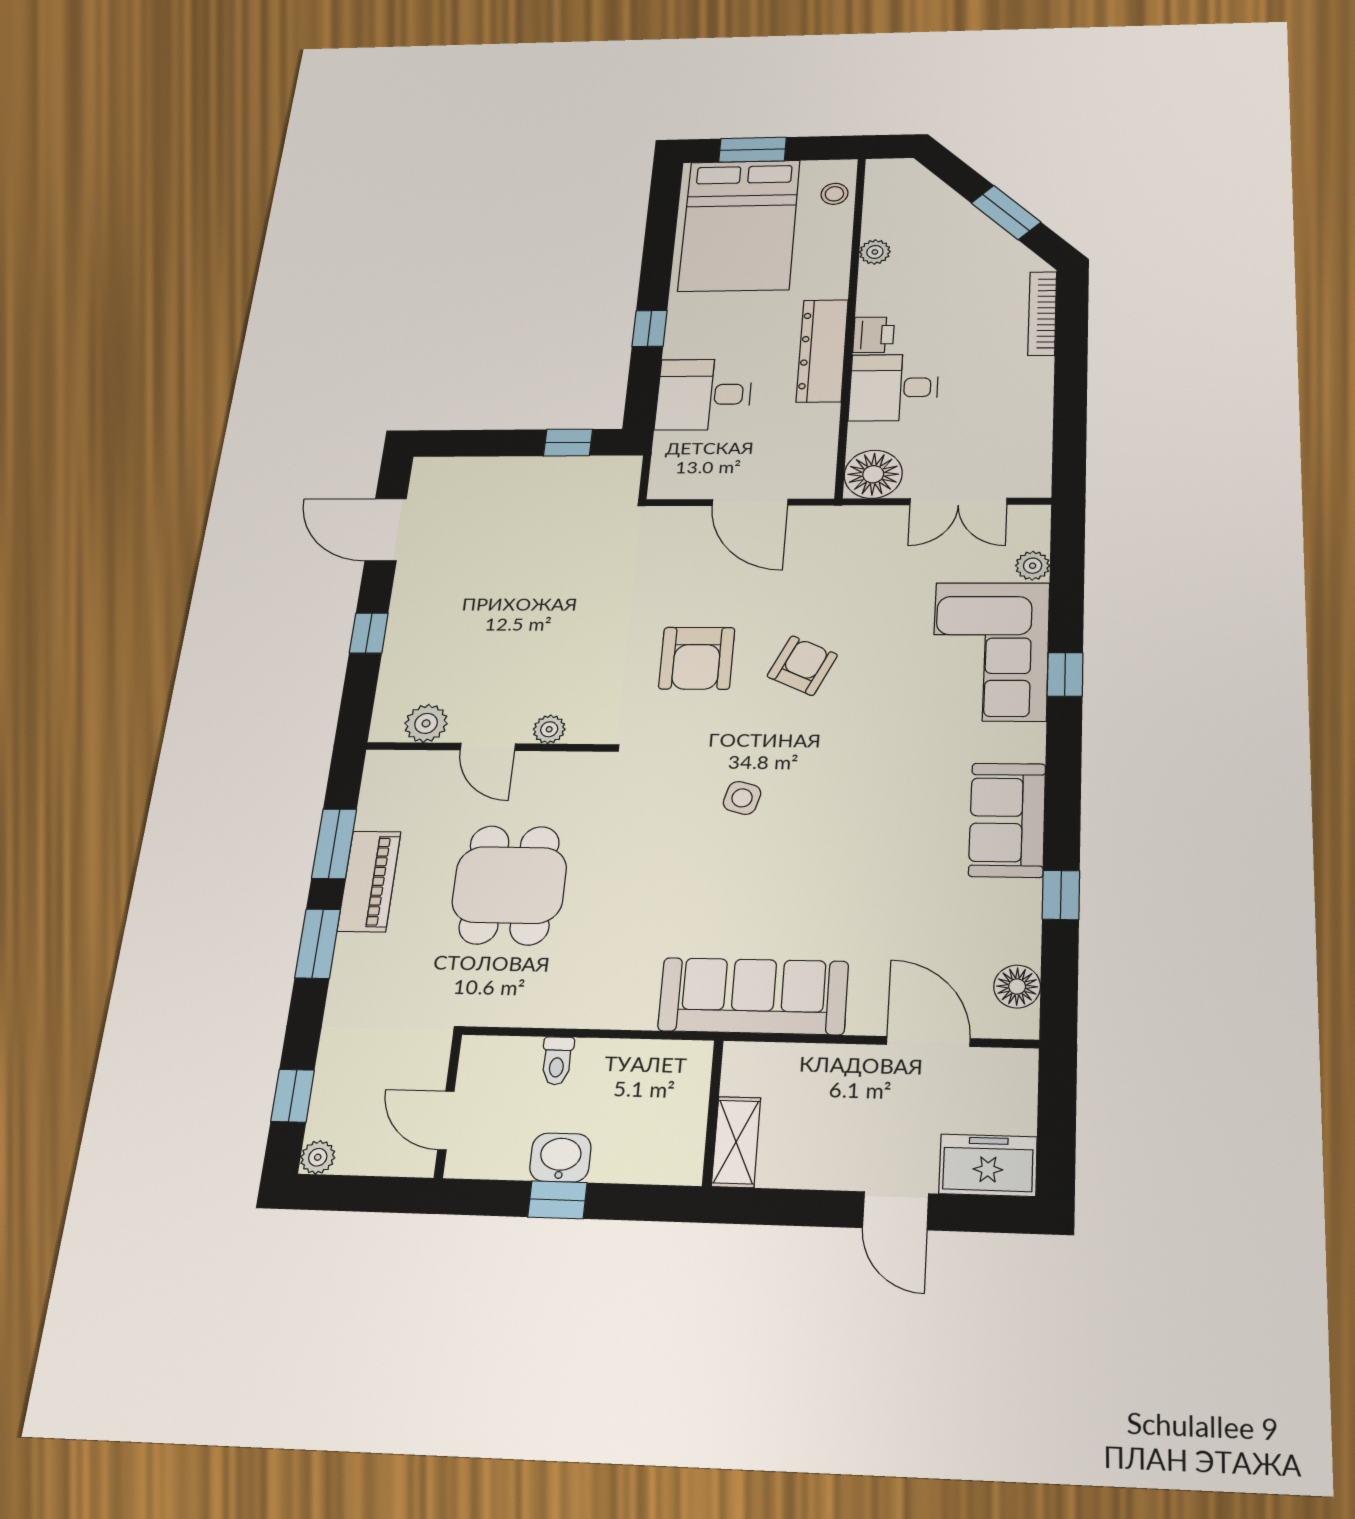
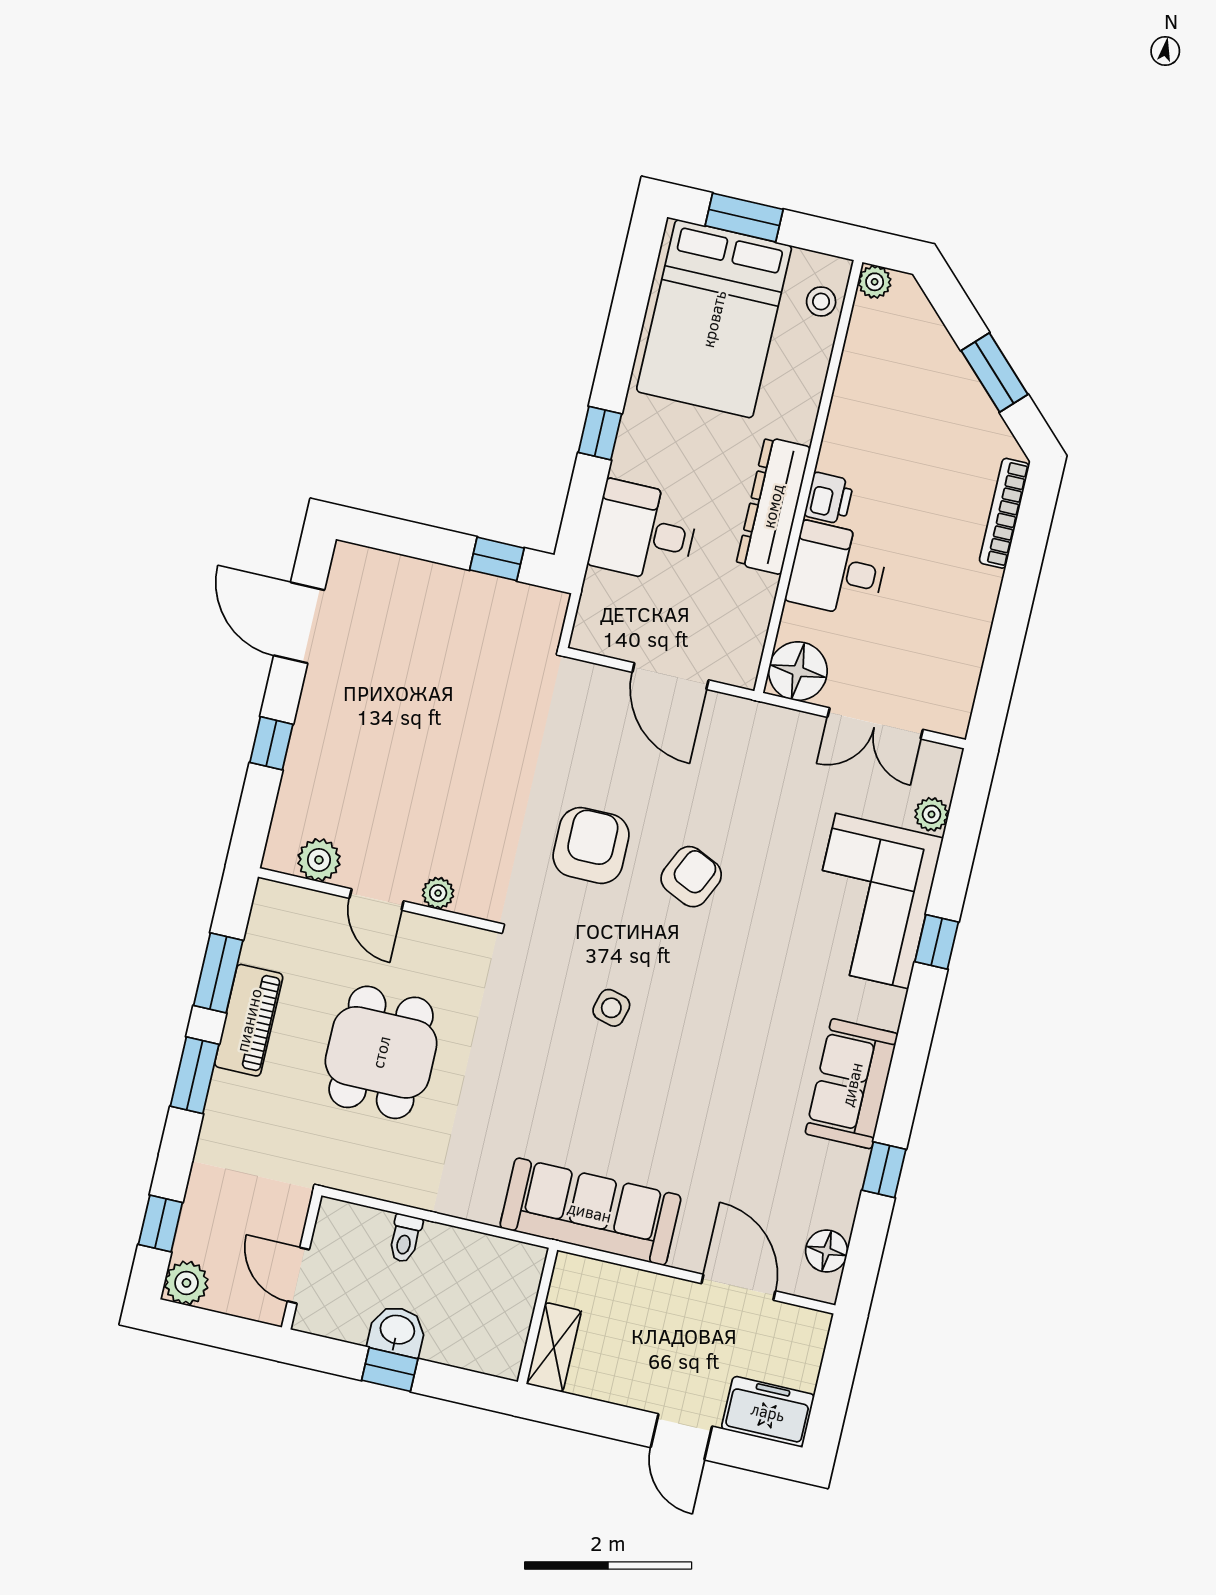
plant: (875, 252) -> (875, 282), moved
armchair: (697, 658) -> (591, 845), turned 180
plant: (318, 1157) -> (186, 1283), width x1.38, depth x1.38

